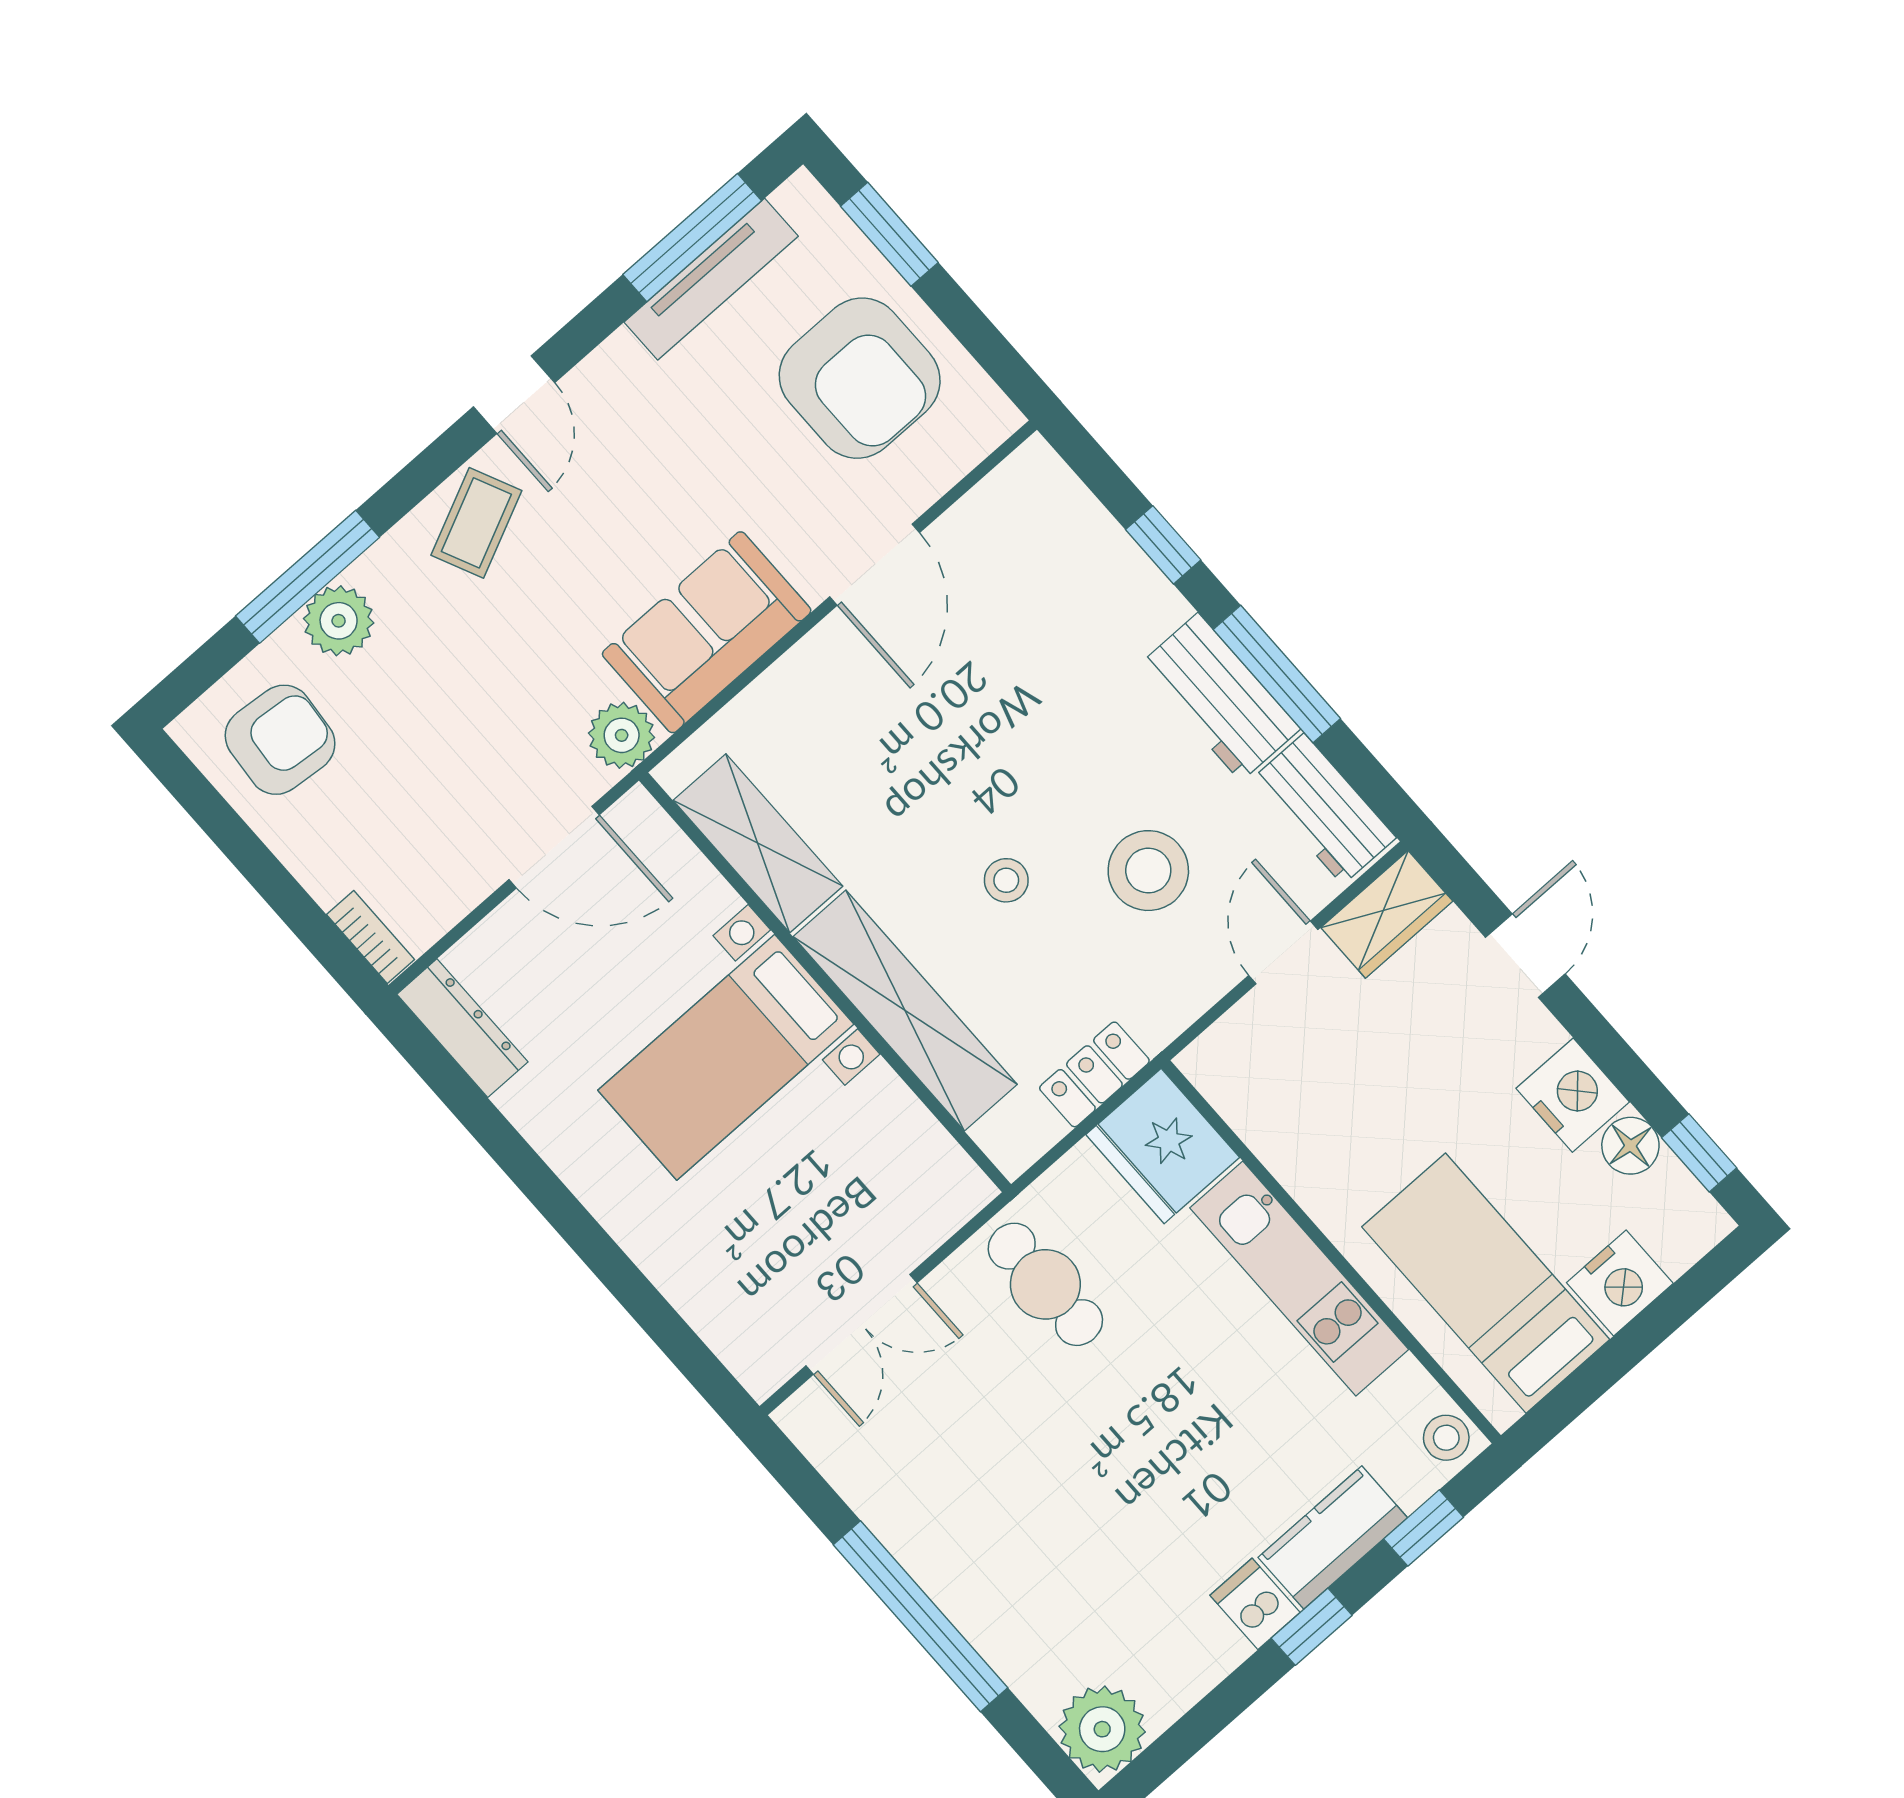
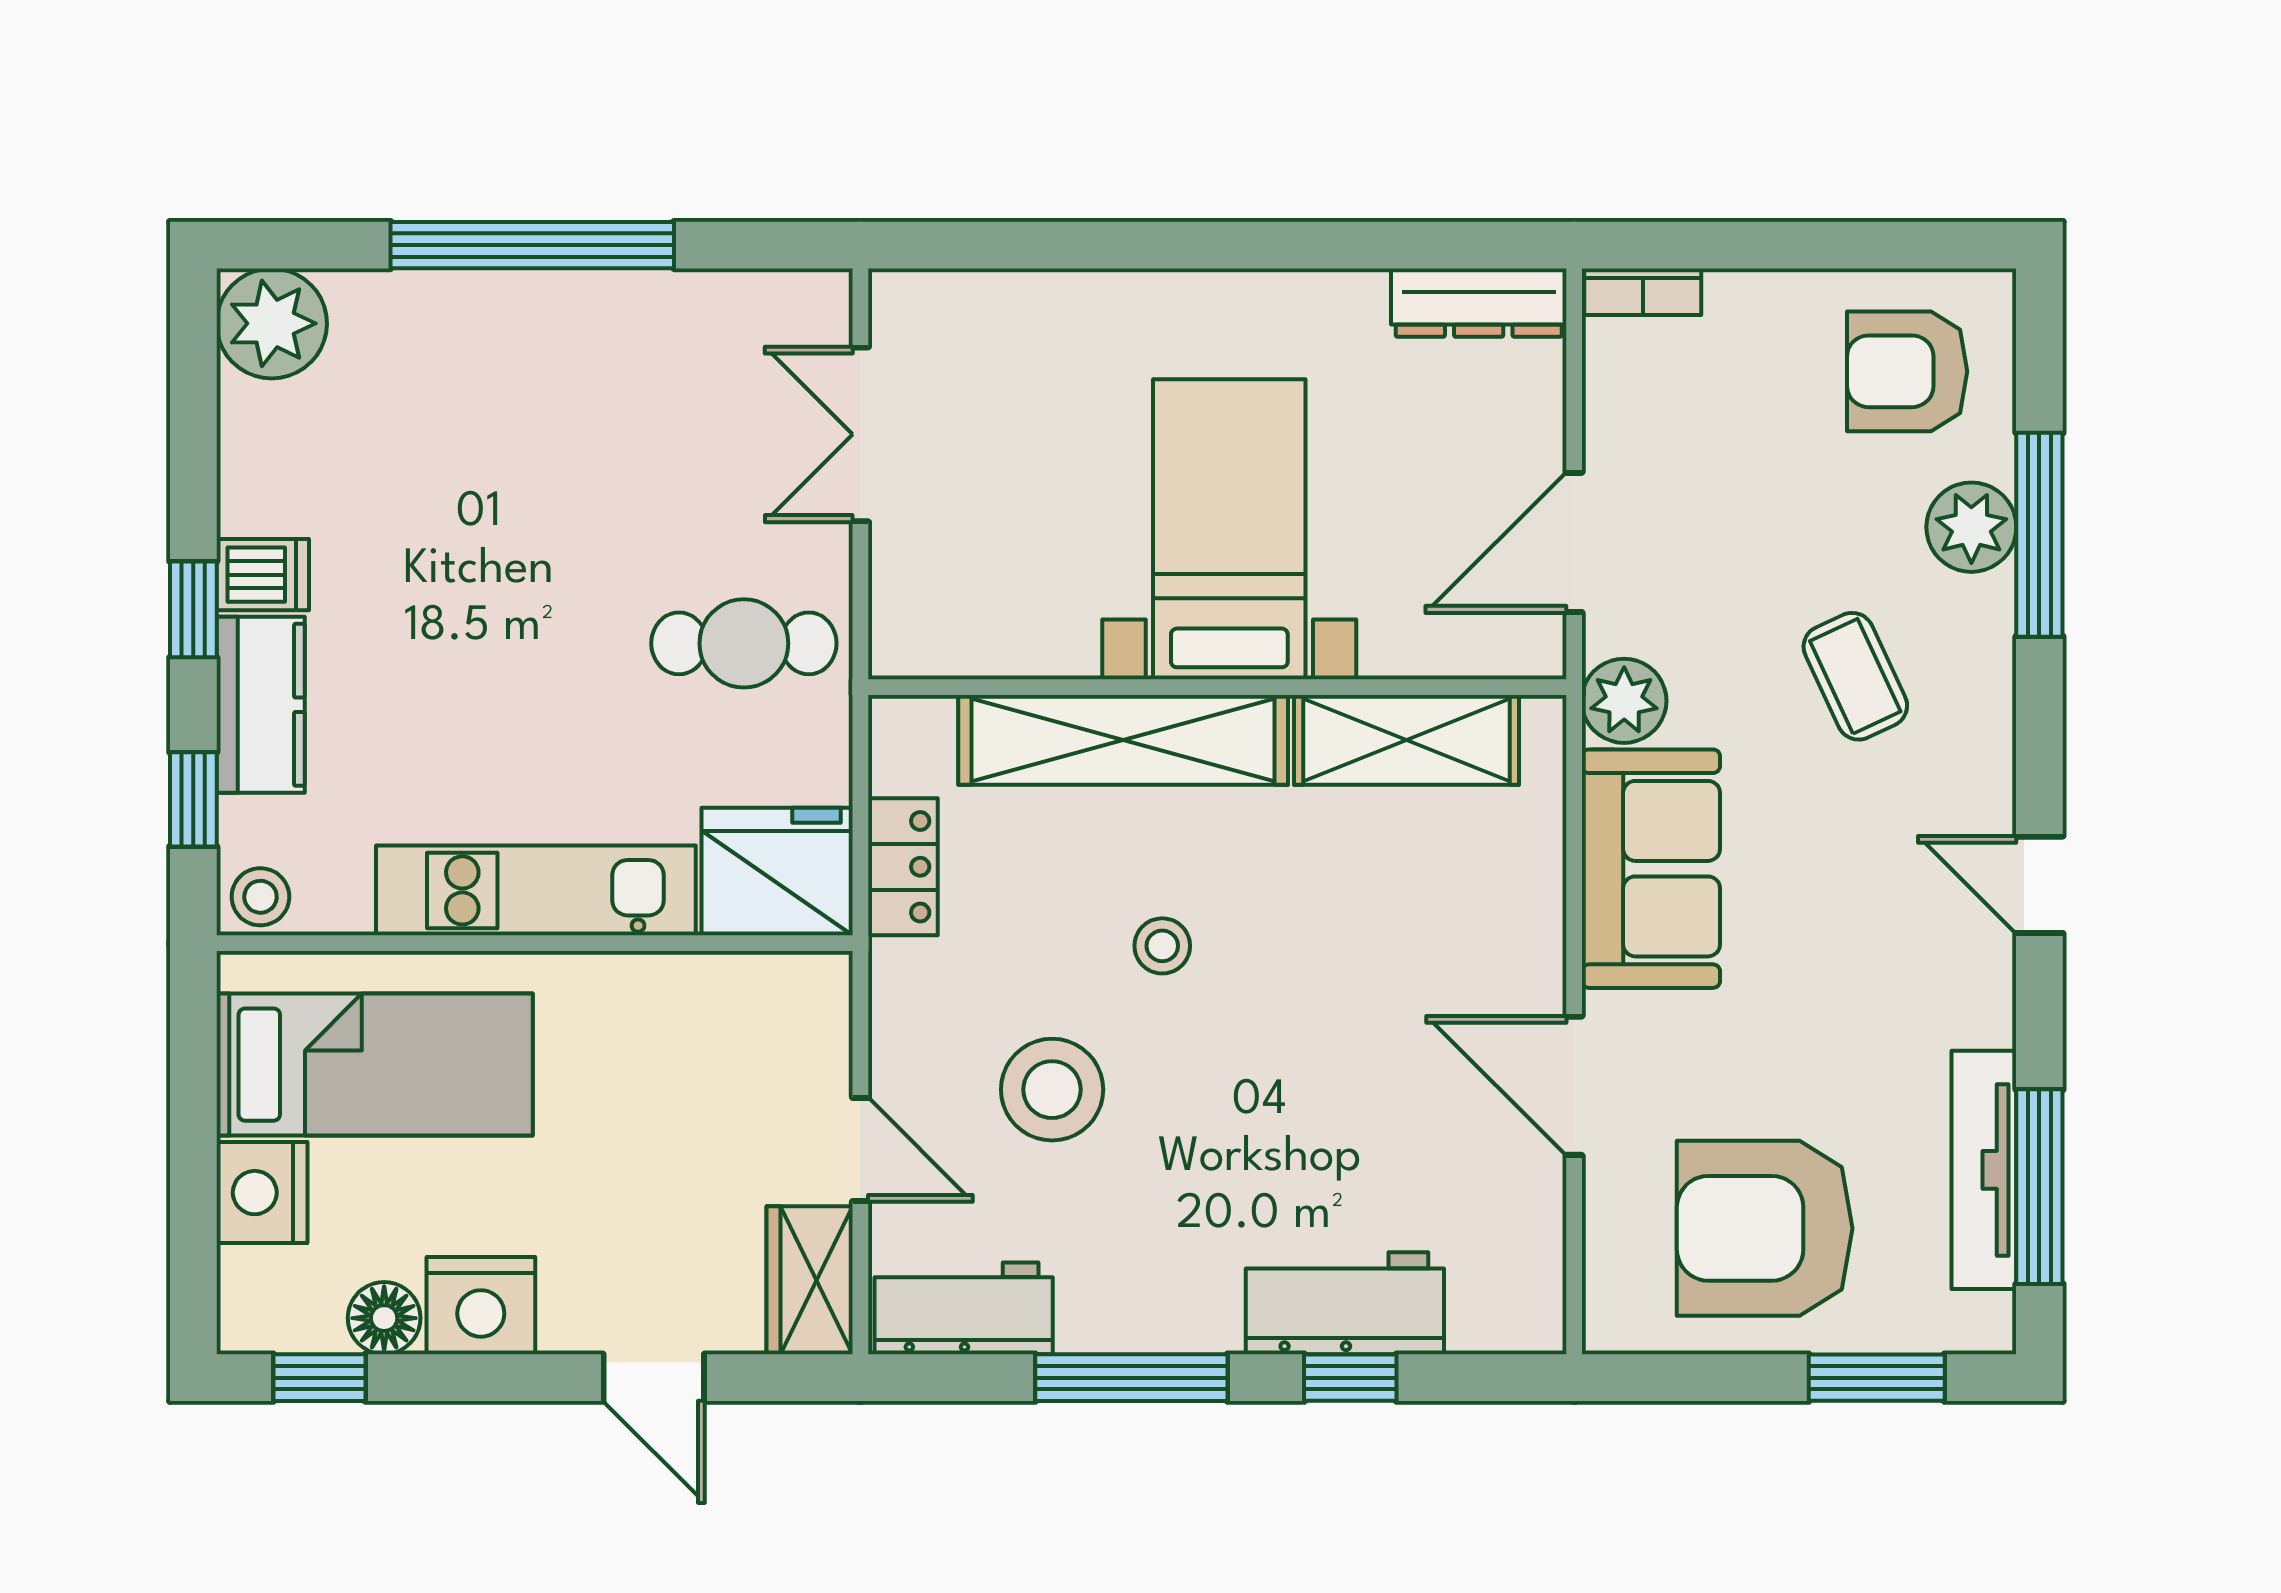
coffee table: (476, 523) -> (1855, 676), moved
workbench: (1219, 697) -> (1345, 1303), moved
armchair: (280, 740) -> (1907, 371), turned 85

